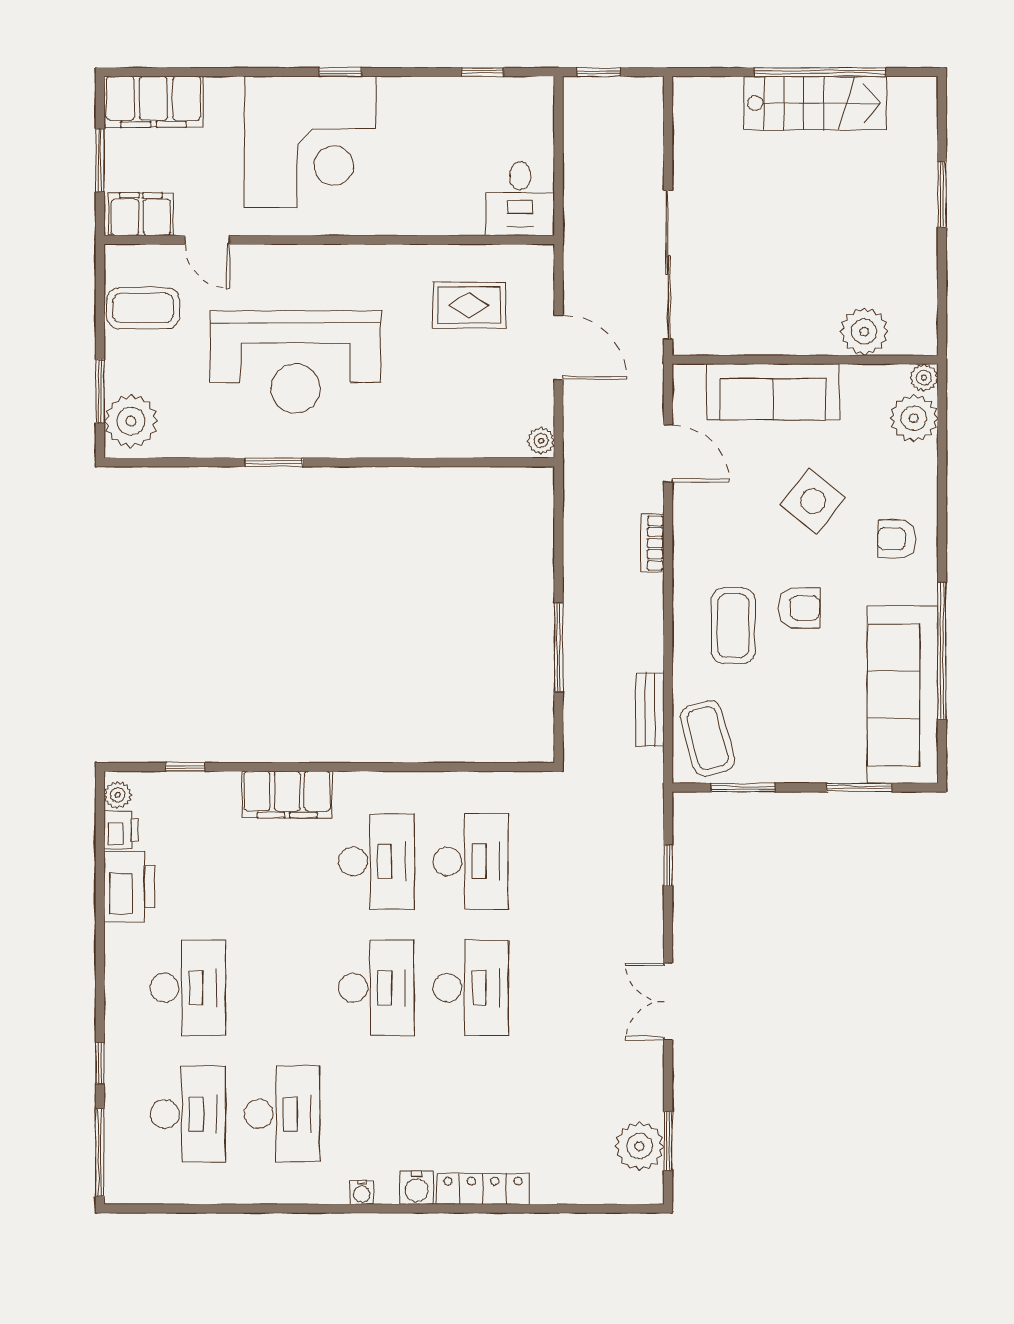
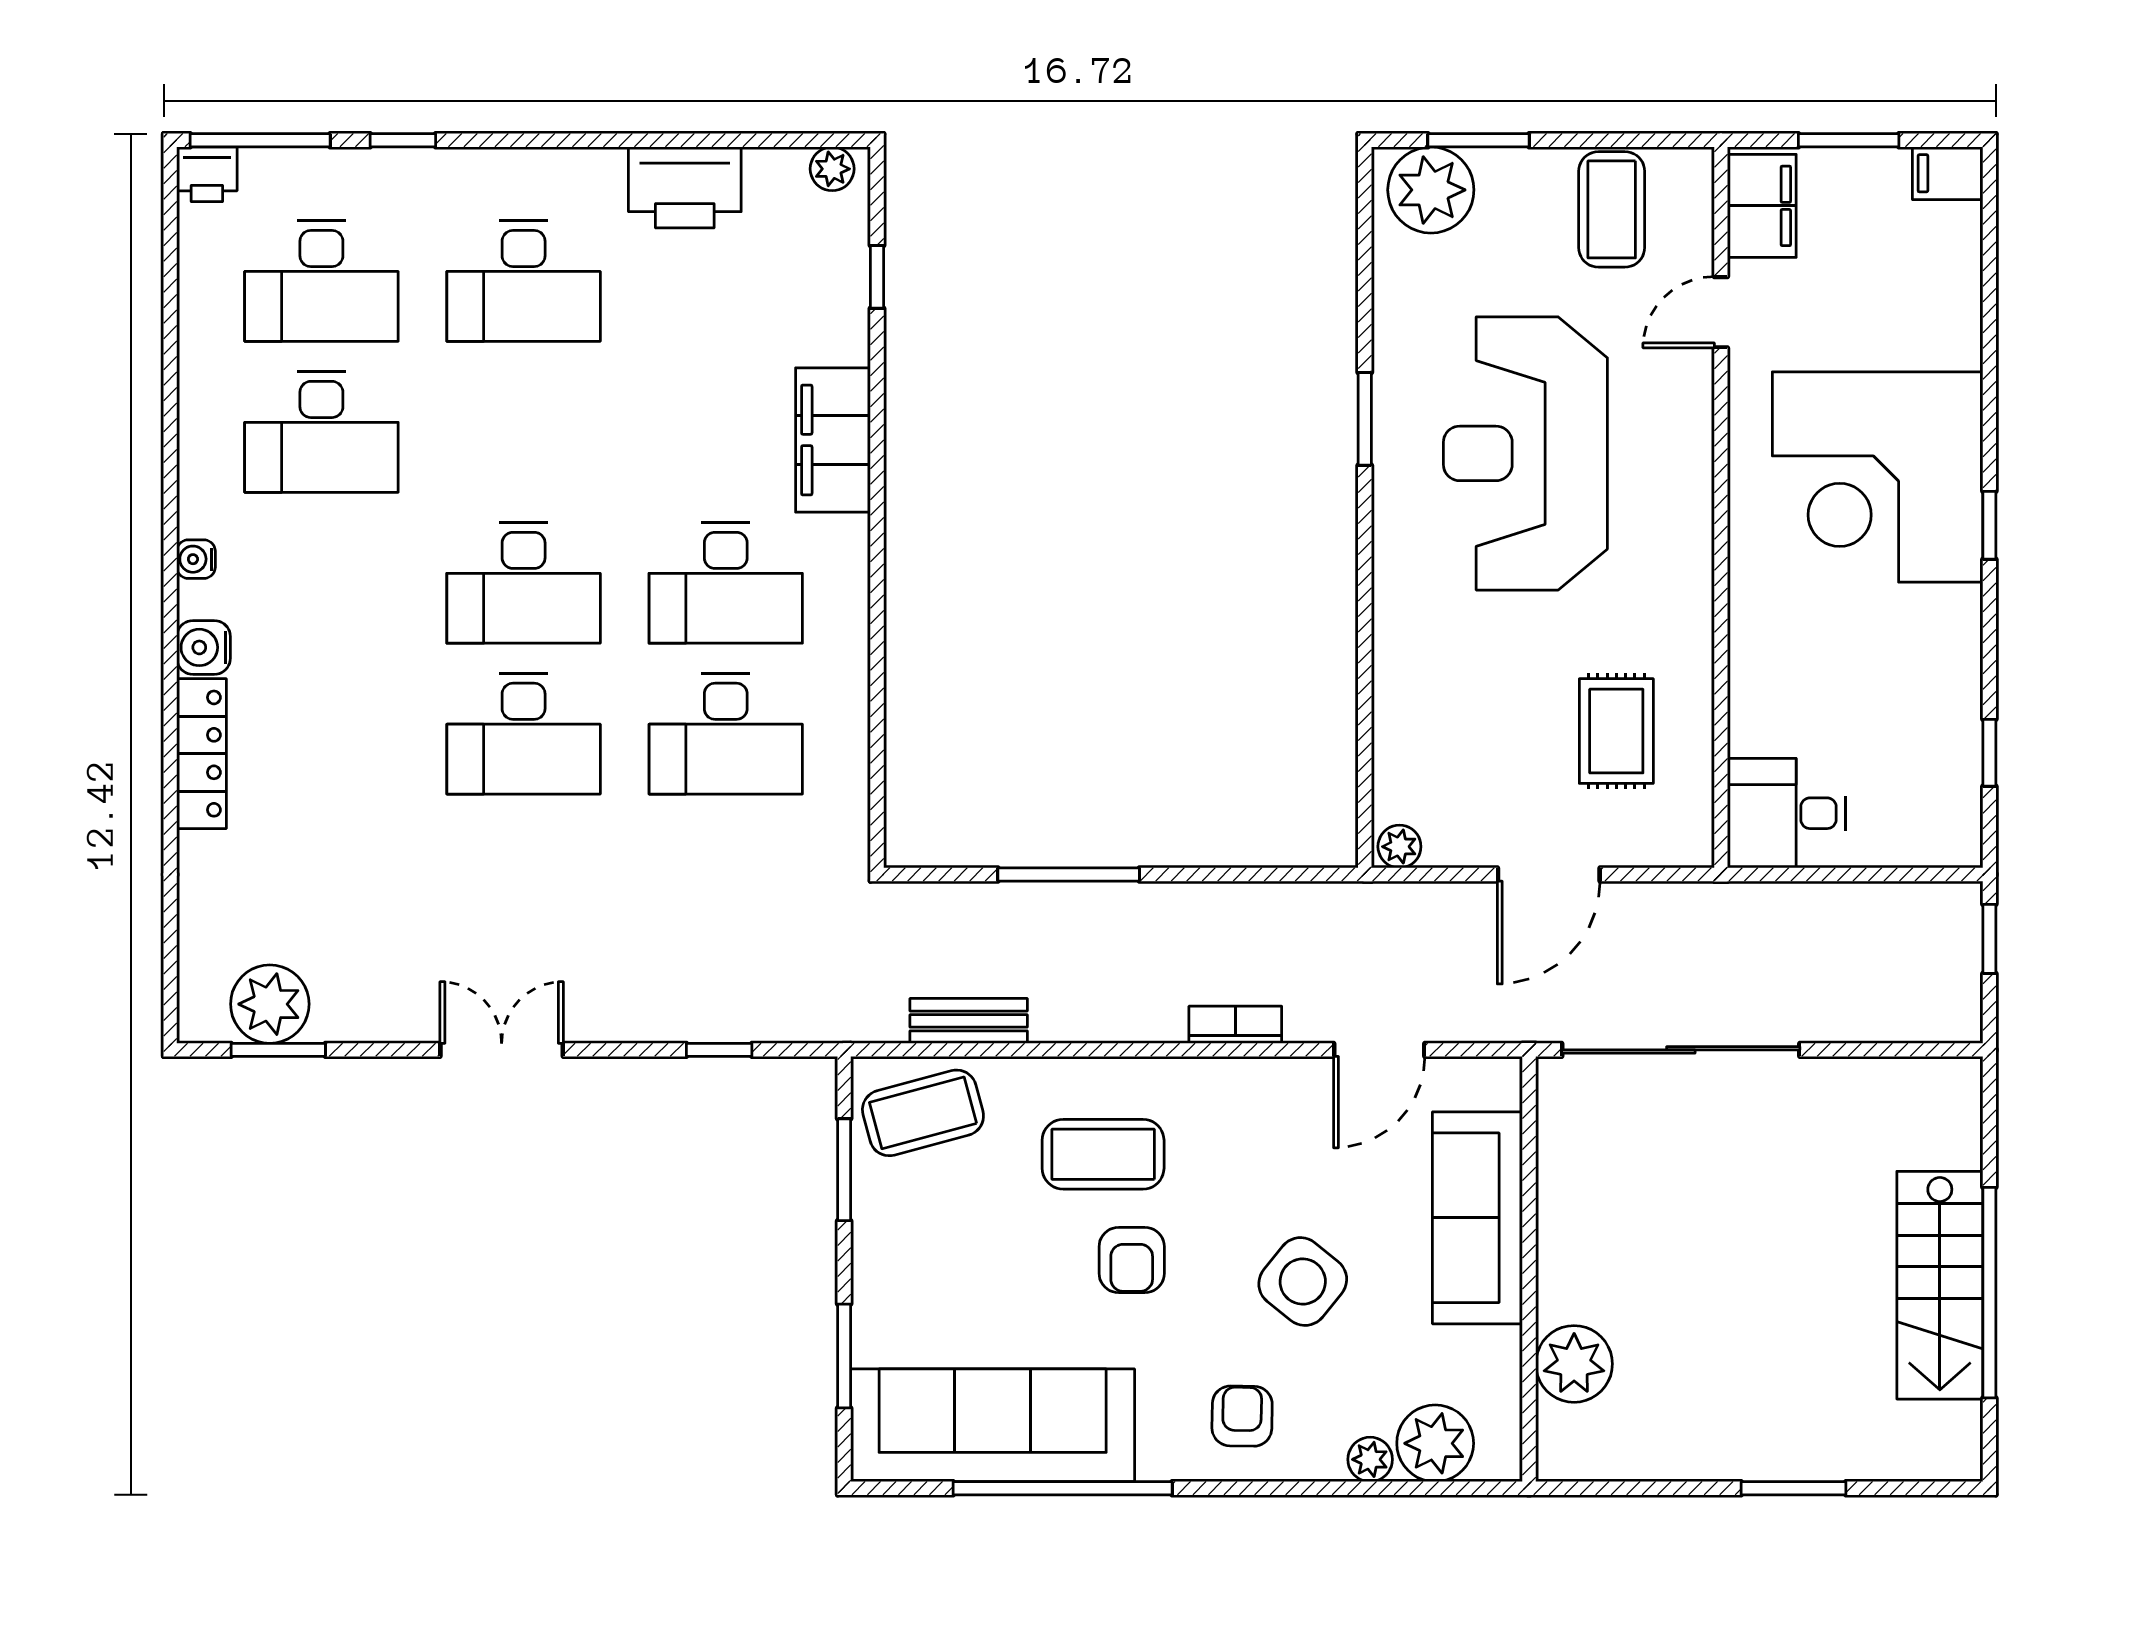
filing cabinet: (153, 102) -> (1948, 173), width x0.33, depth x0.86
plant: (924, 378) -> (1370, 1459), moved
printer: (121, 830) -> (207, 174), moved

